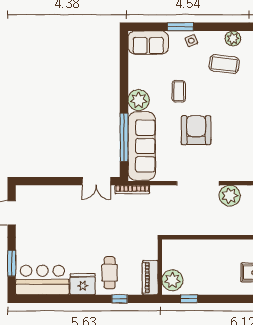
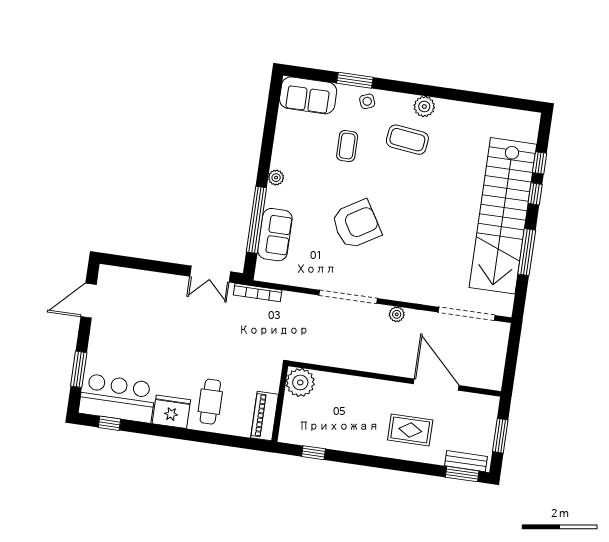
coffee table: (179, 91) -> (347, 146), moved
plant: (139, 100) -> (276, 178), width x0.53, depth x0.53
armchair: (196, 130) -> (356, 224), turned 59
sofa: (142, 146) -> (275, 235), width x0.54, depth x0.79
plant: (230, 196) -> (397, 314), width x0.53, depth x0.53
plant: (172, 280) -> (300, 382), moved
window: (120, 299) -> (109, 423), moved

